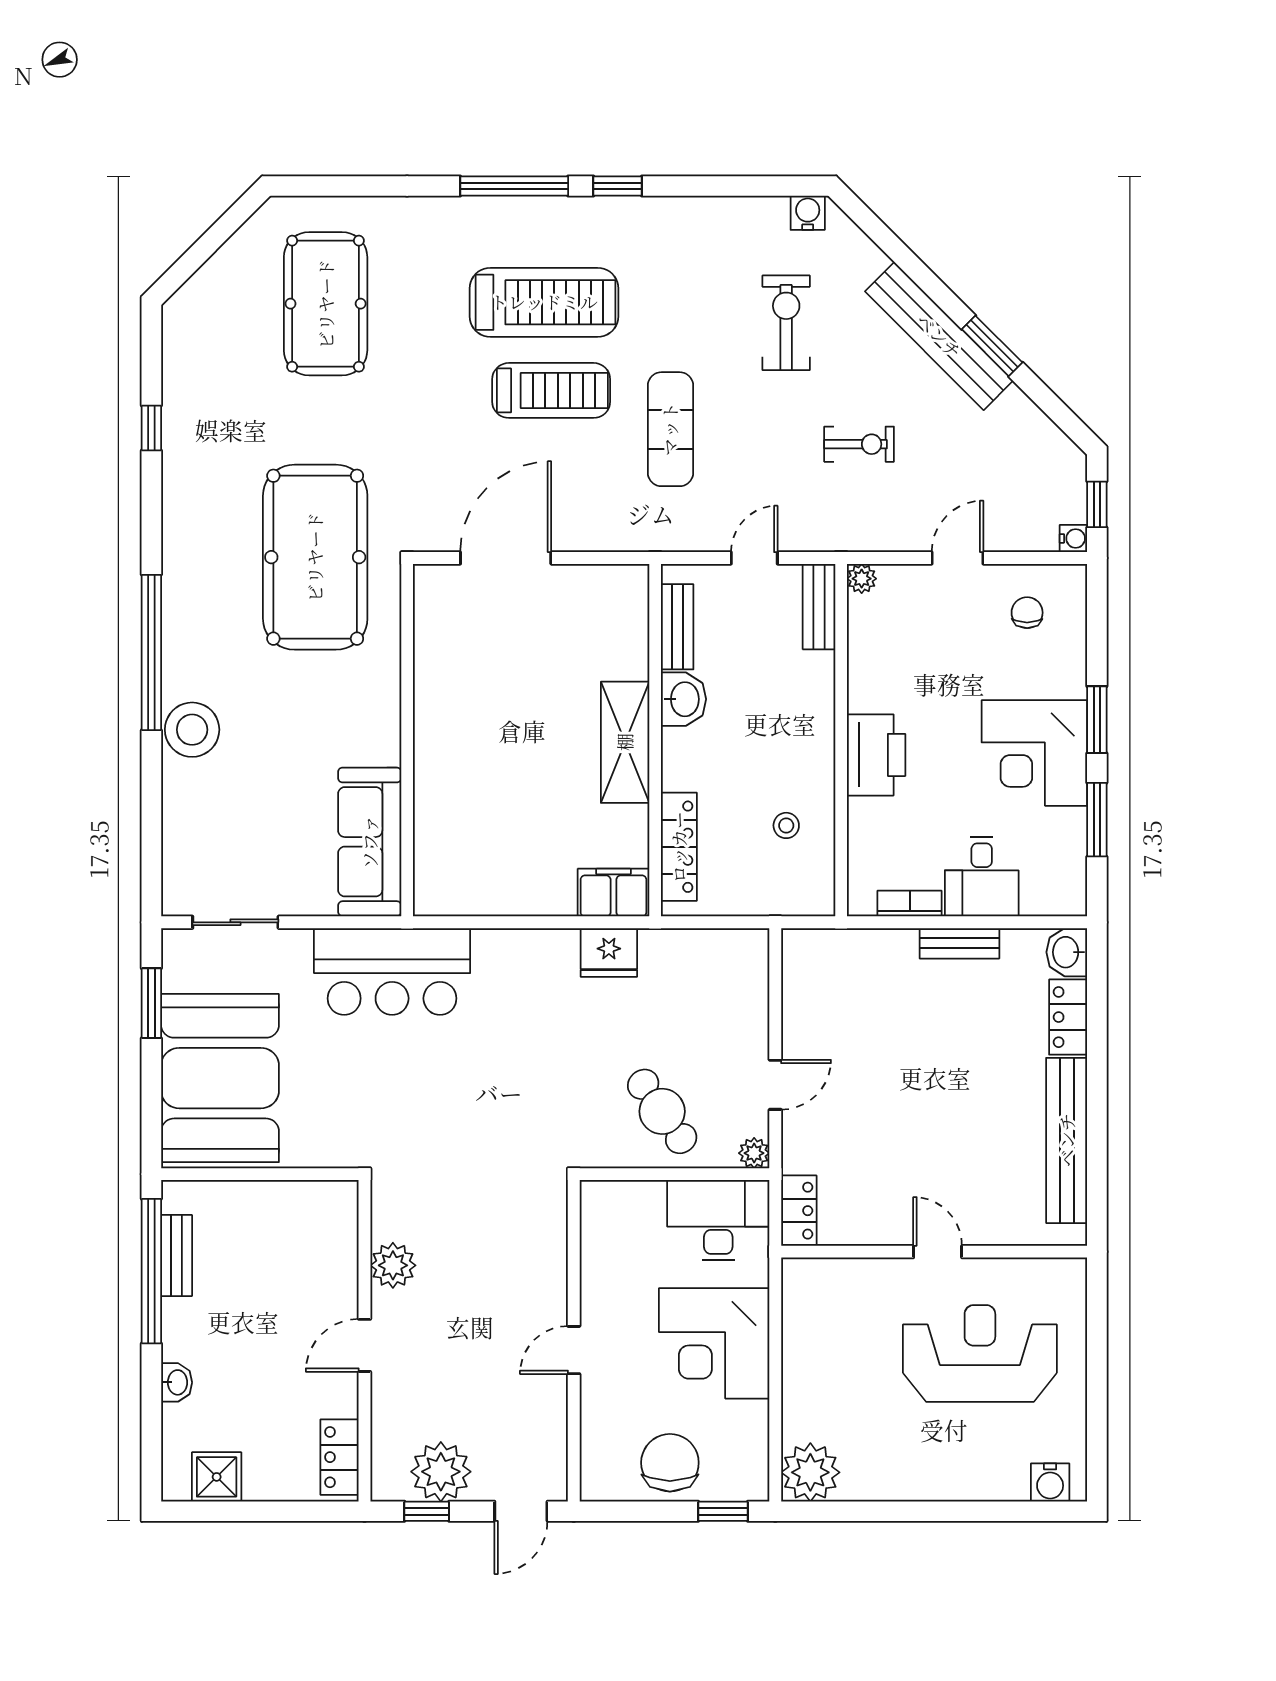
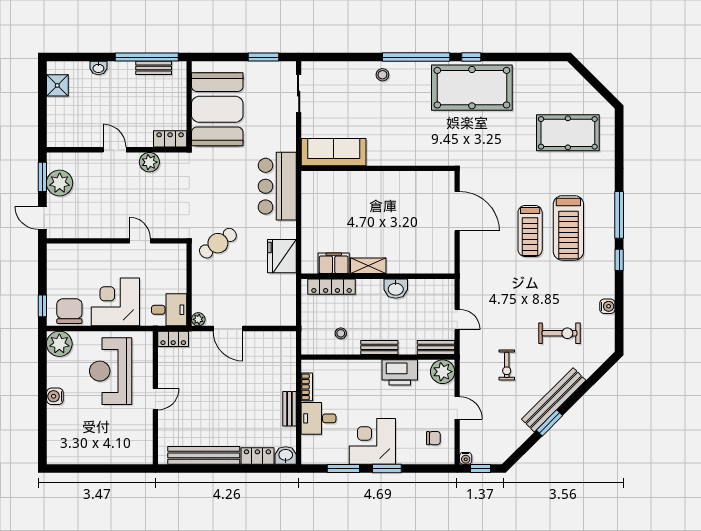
water cooler: (808, 213) -> (607, 306), moved
window: (151, 428) -> (471, 57), moved
exercise mat: (670, 429) -> (513, 283), removed
pool table: (315, 557) -> (472, 88), moved
plant: (862, 579) -> (443, 372), width x1.88, depth x1.88
bench: (677, 627) -> (379, 348), moved
stool: (192, 730) -> (382, 75), width x0.53, depth x0.53
shelving: (625, 742) -> (368, 266), width x0.67, depth x0.75
printer: (876, 755) -> (400, 372), moved
filing cabinet: (613, 893) -> (334, 263), moved, turned -90
fridge: (609, 952) -> (282, 256), width x1.36, depth x1.34
bar counter: (392, 971) -> (277, 186), moved
booth: (220, 1078) -> (217, 109), moved, turned 90
door: (775, 1085) -> (228, 329), width x1.38
cafe table: (662, 1111) -> (218, 243), moved
desk: (718, 1220) -> (169, 310), width x0.73
door: (574, 1350) -> (140, 241), moved
reception desk: (980, 1353) -> (111, 371), moved, turned 180
locker: (340, 1457) -> (170, 139), moved
chair: (670, 1463) -> (69, 311), moved, turned -90
water cooler: (1050, 1482) -> (55, 396), moved
window: (427, 1511) -> (42, 177), width x1.50

